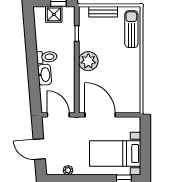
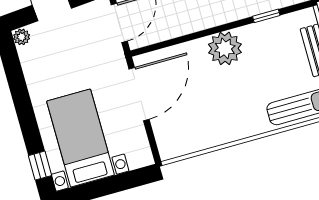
plant: (68, 170) -> (22, 37), moved

